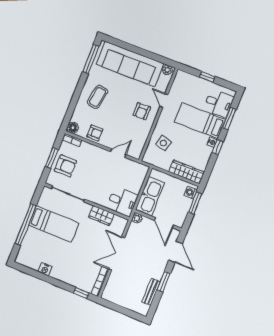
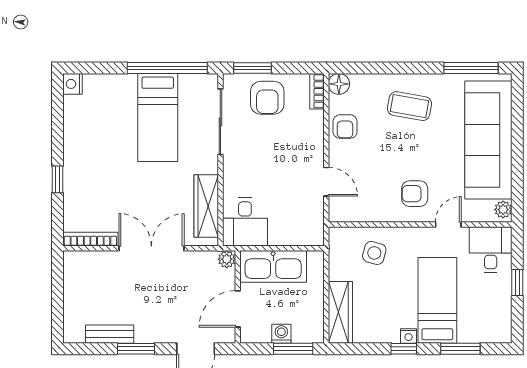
desk: (219, 103) -> (491, 250), moved, turned 180
window: (52, 158) -> (252, 68), moved
washing machine: (191, 193) -> (281, 334), moved
wardrobe: (101, 216) -> (206, 206), width x1.50
window: (26, 224) -> (167, 68), moved
nightstand: (45, 269) -> (73, 84), moved
window: (81, 293) -> (57, 179), moved

